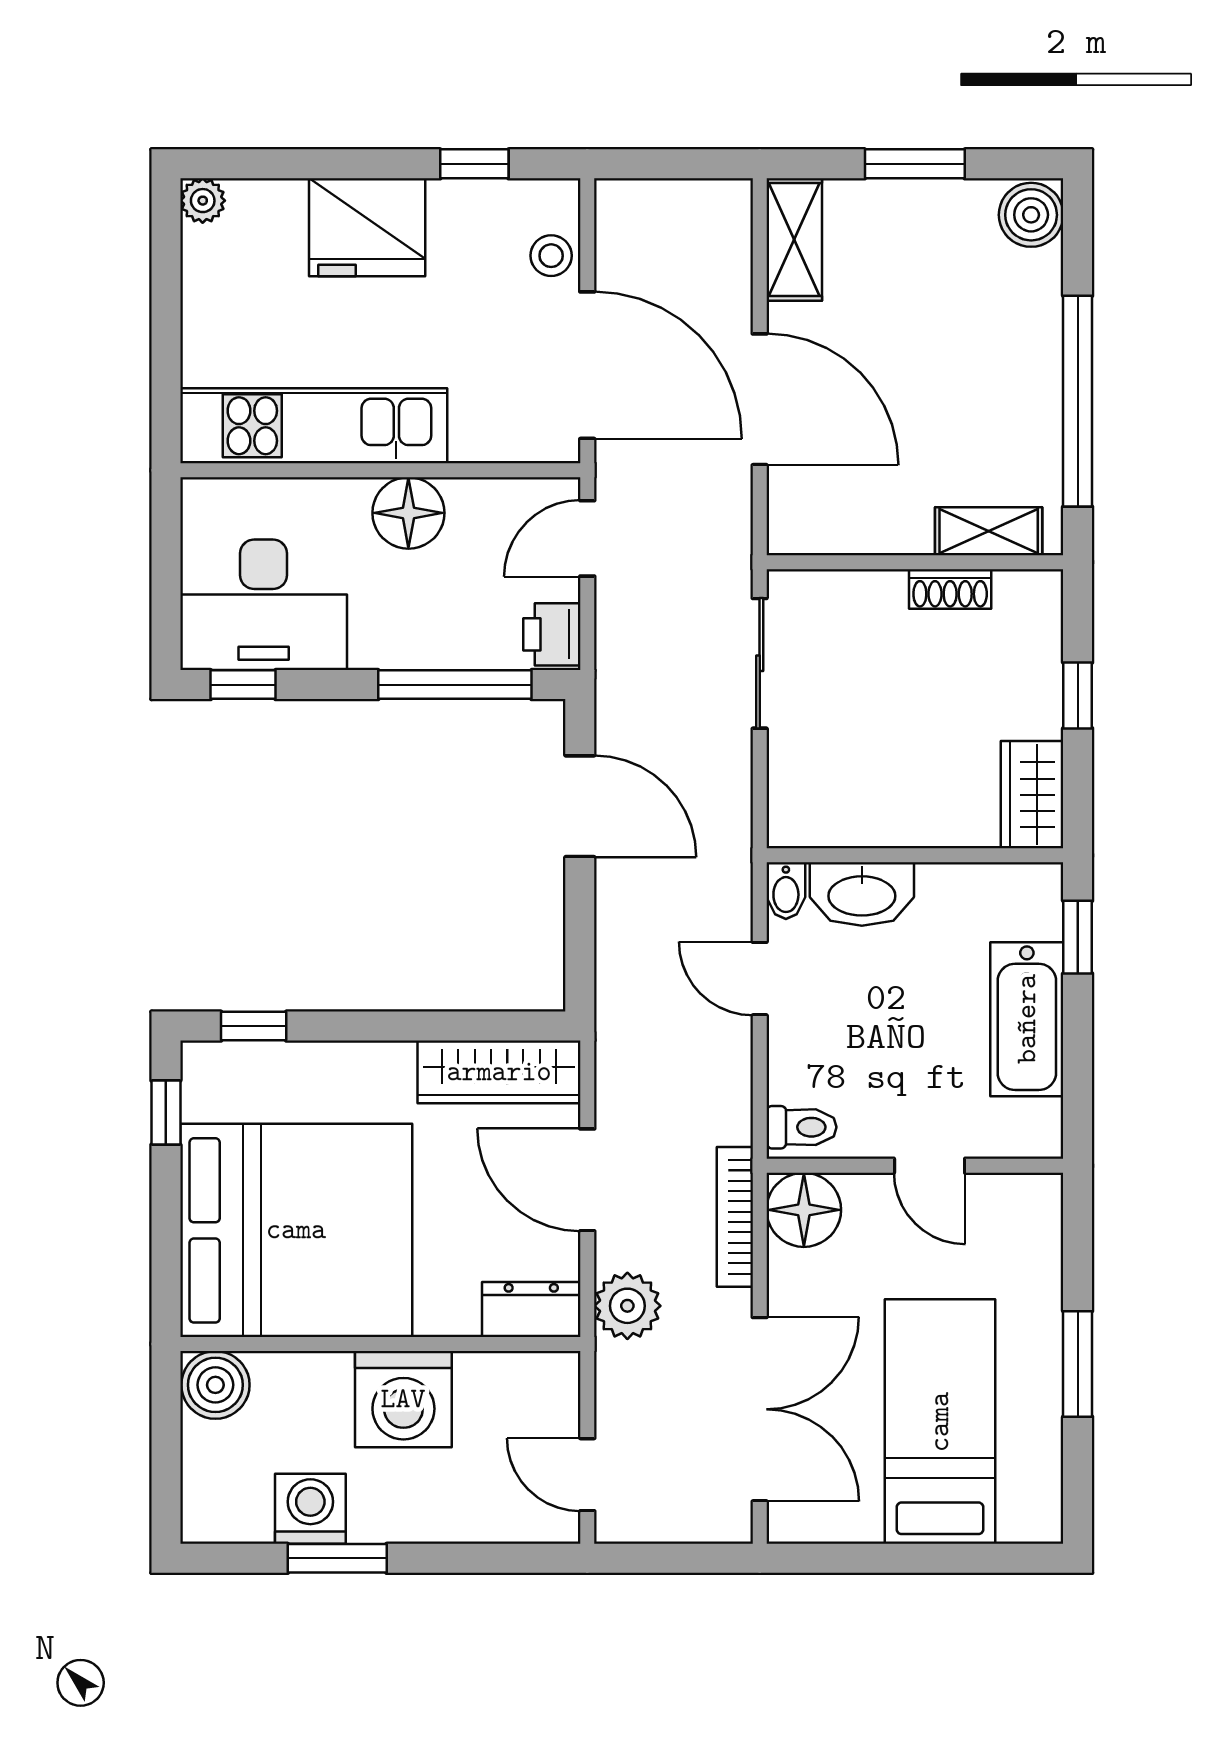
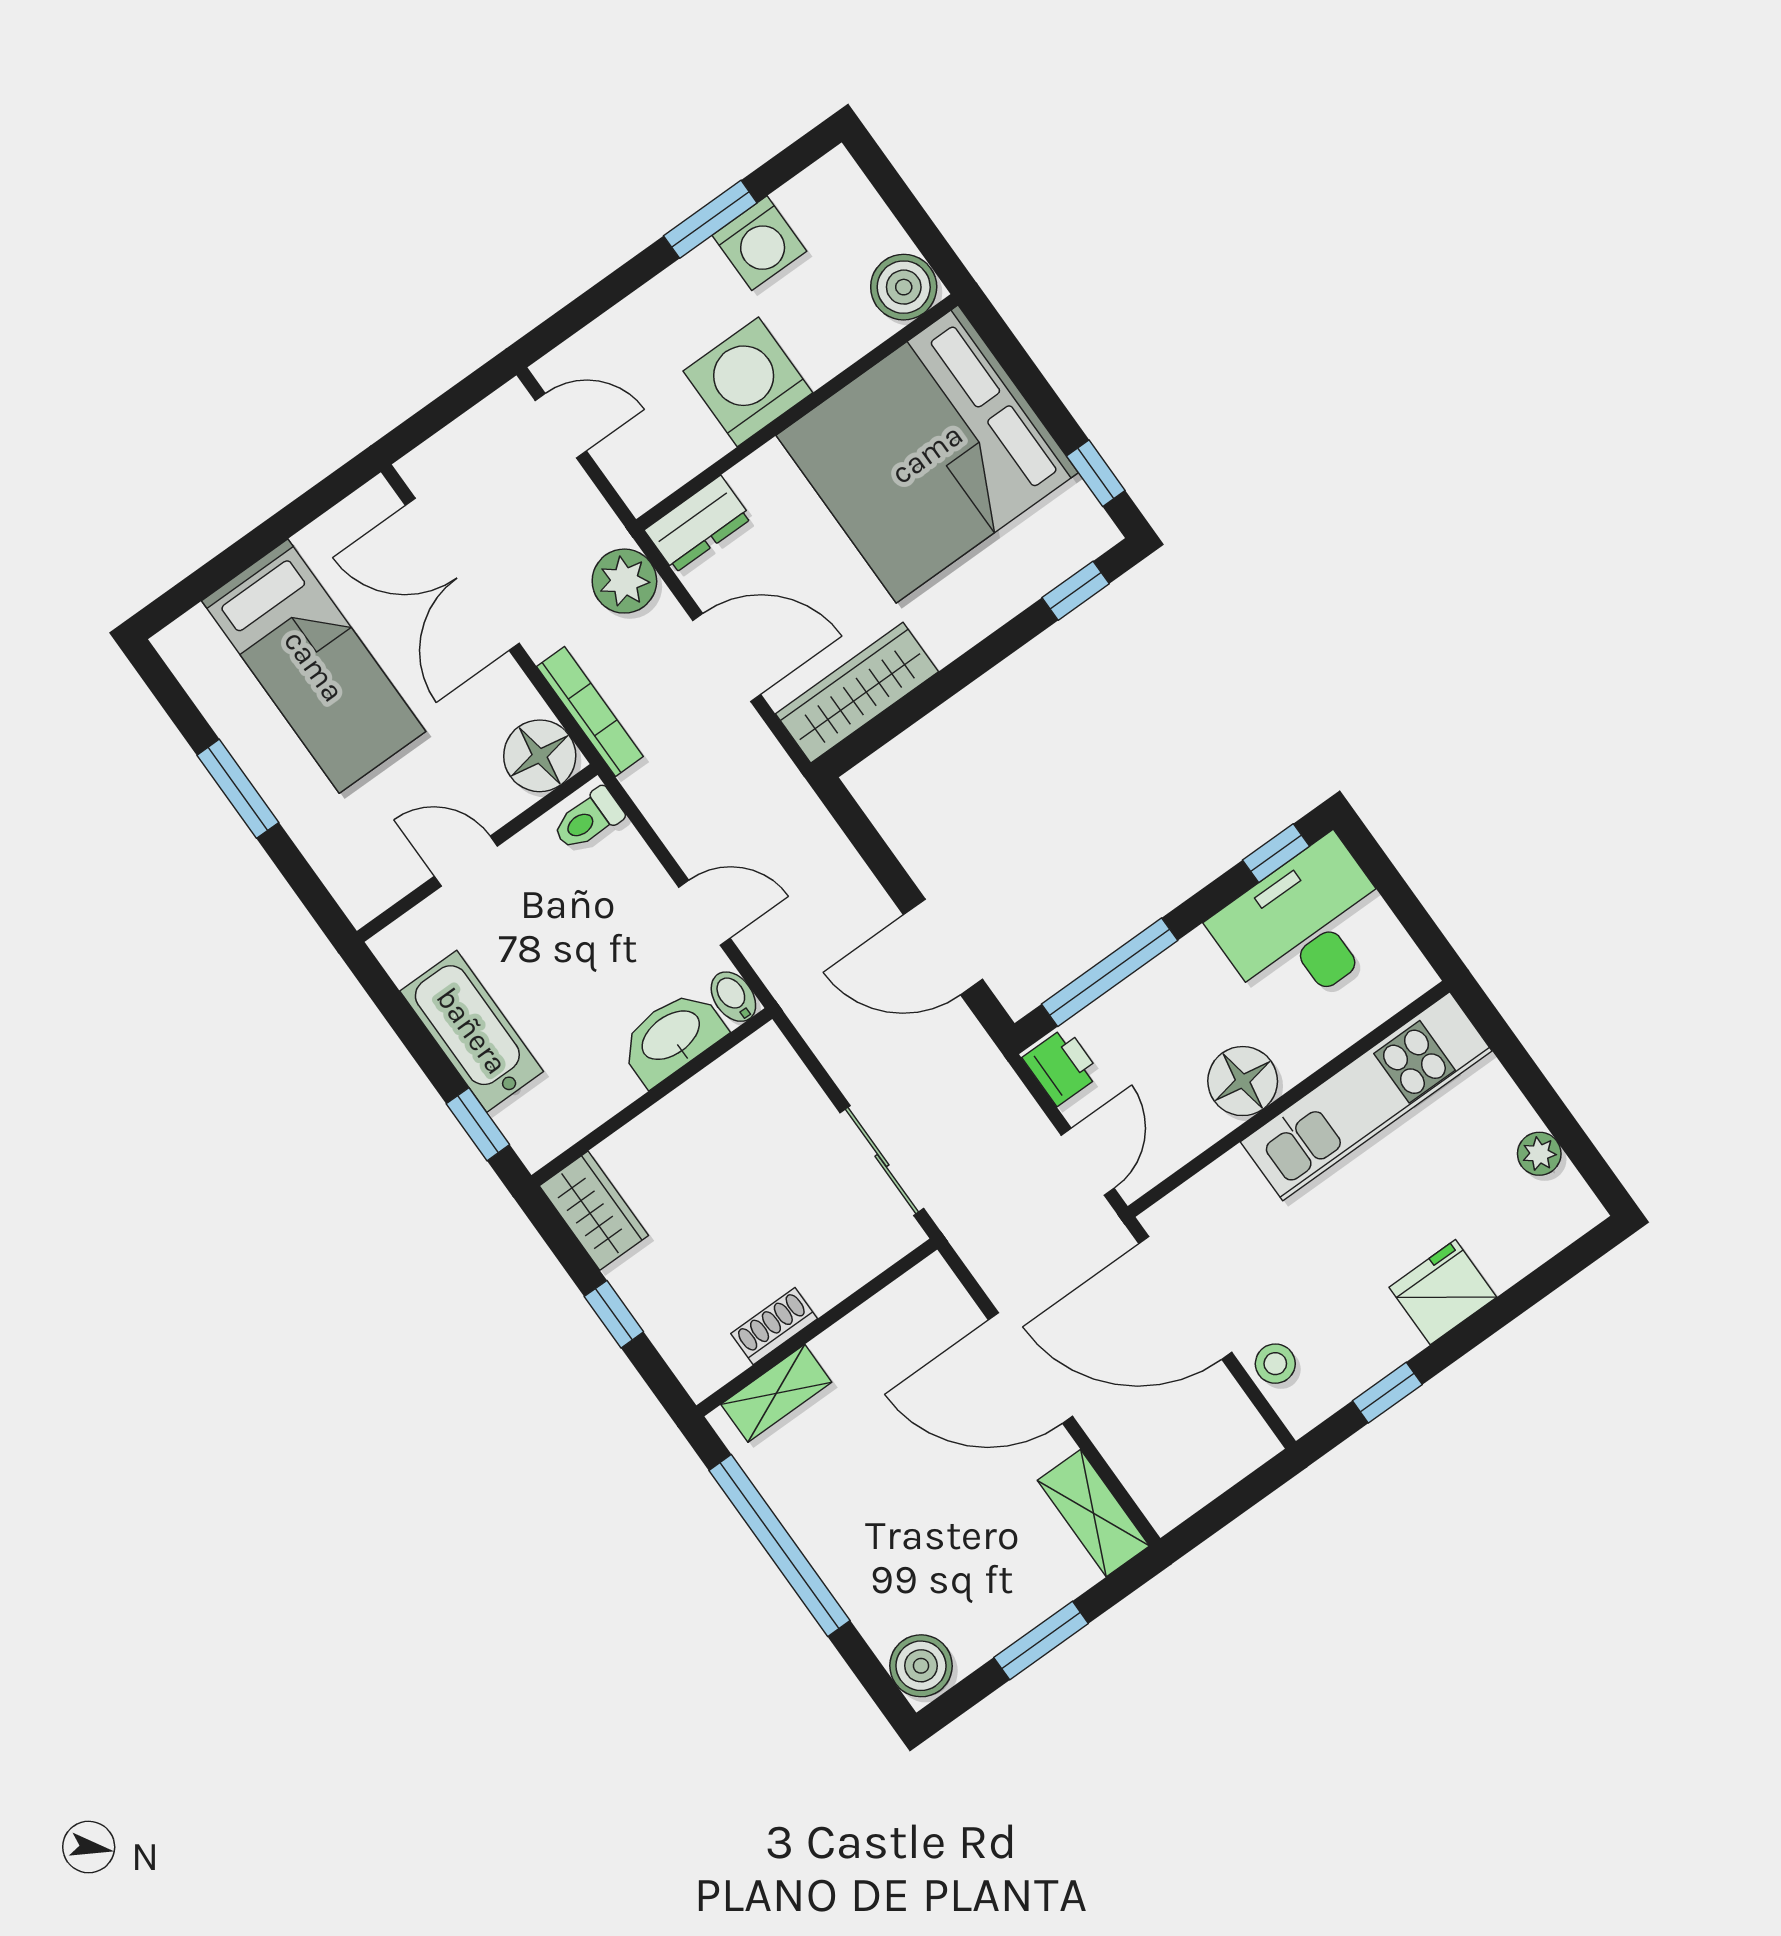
plant: (203, 201) -> (1539, 1154), moved
fridge: (367, 227) -> (1443, 1292), width x0.73, depth x0.75

